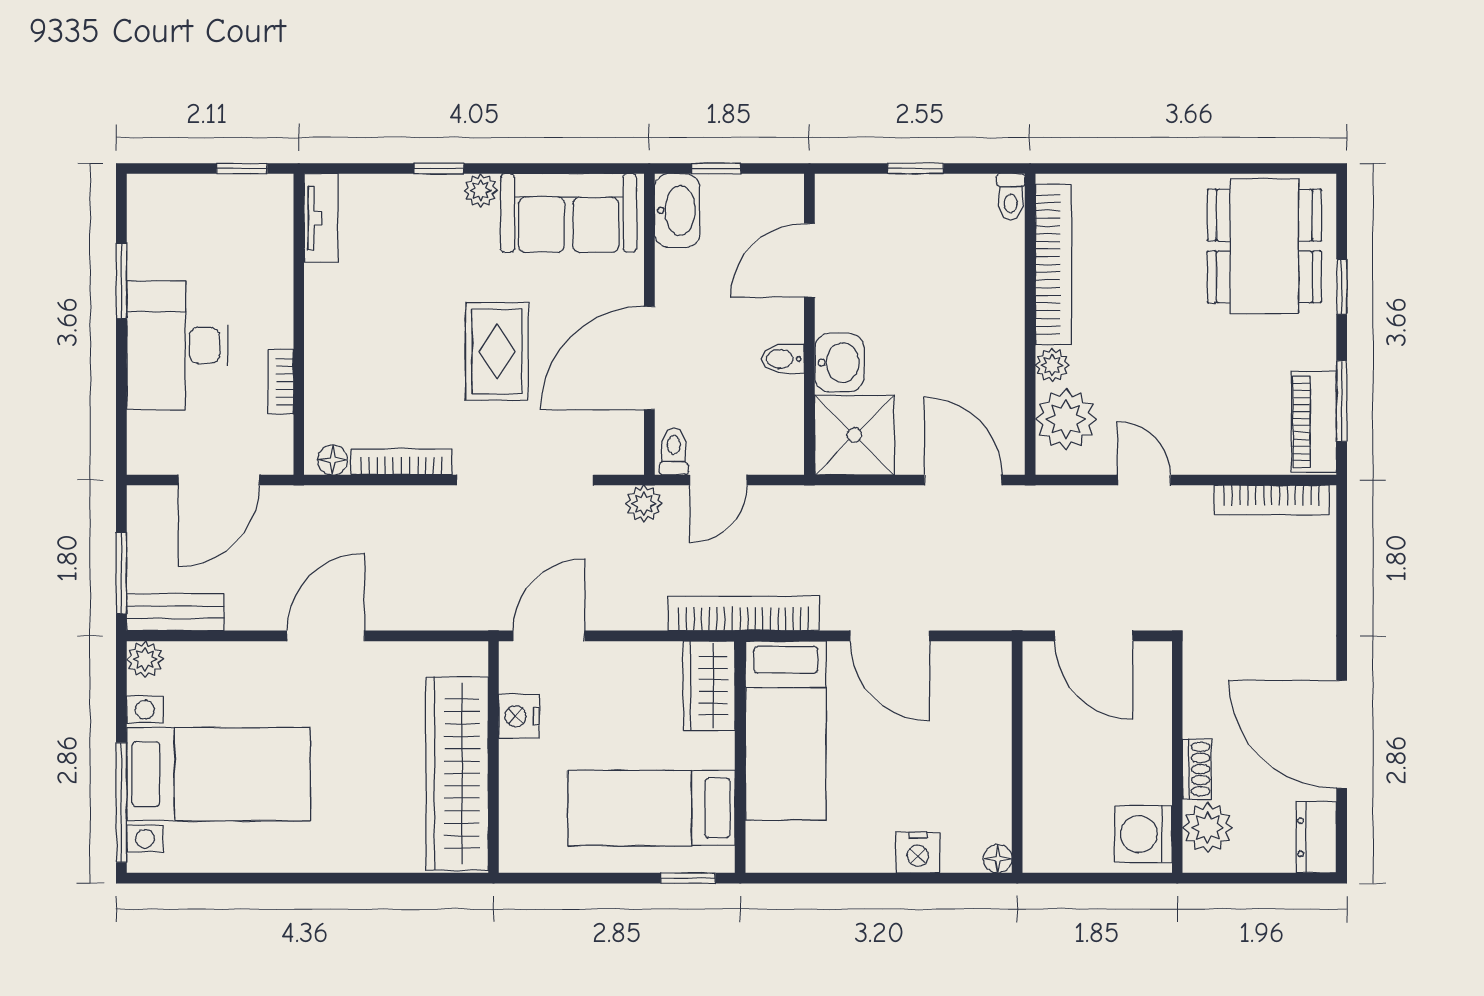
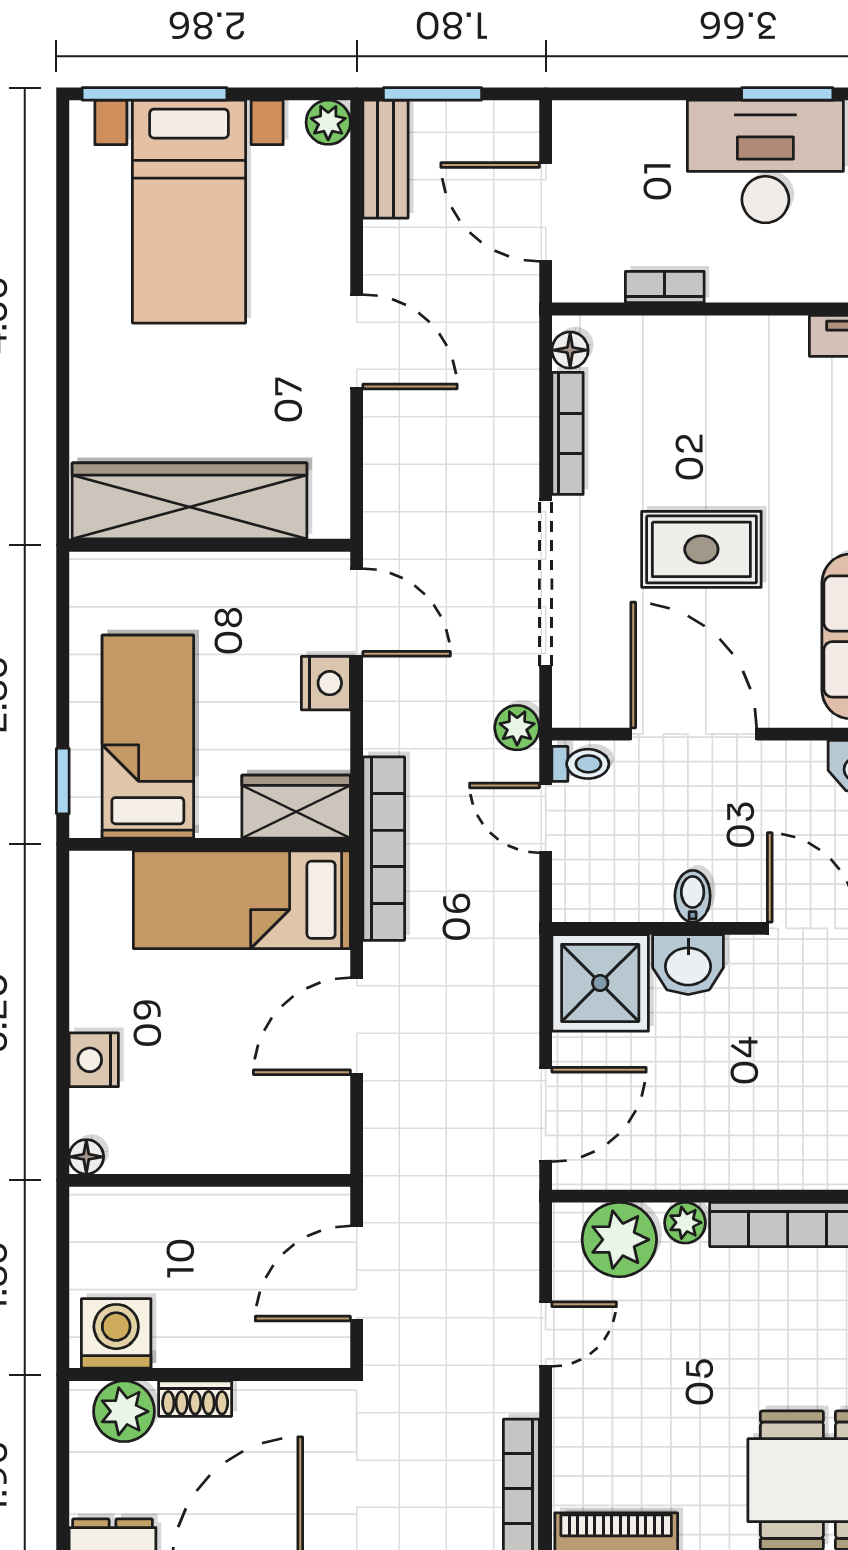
desk: (177, 345) -> (765, 161), moved
nightstand: (519, 716) -> (326, 683), moved, turned 90

